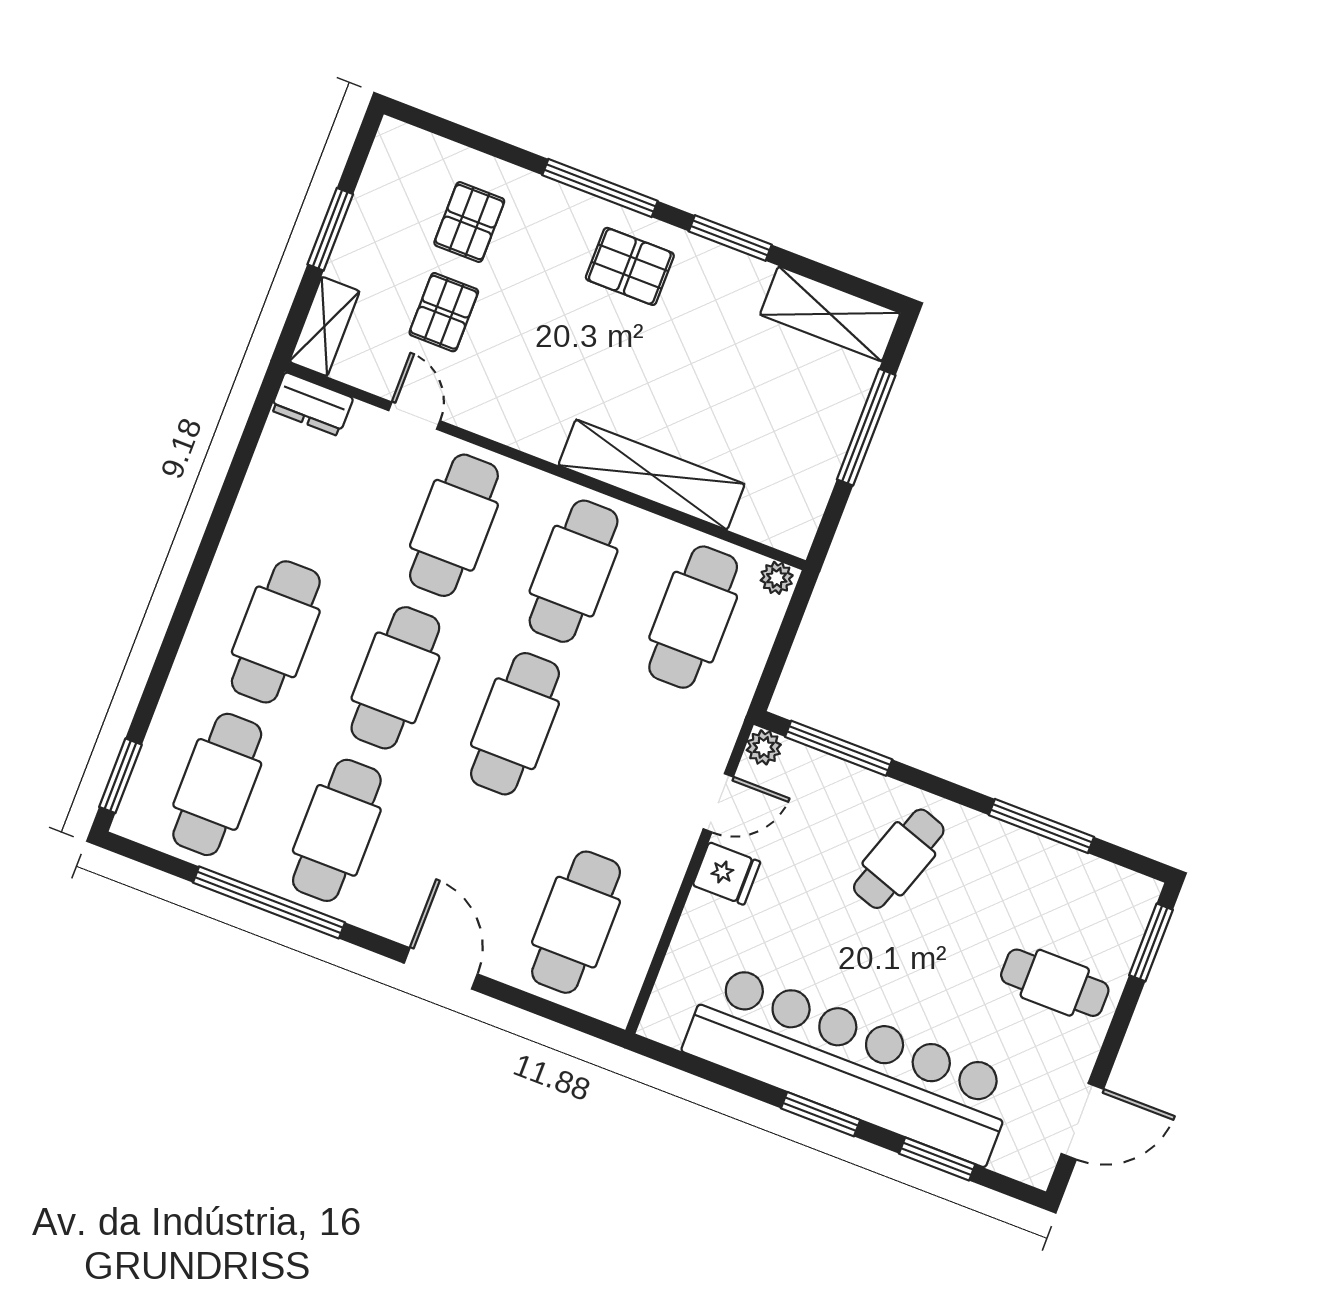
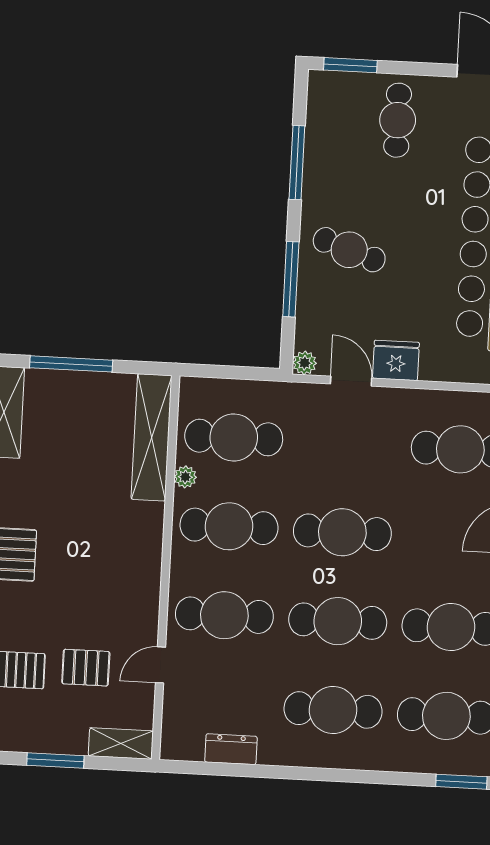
dresser: (312, 404) -> (231, 749), moved, turned -90
shelving: (651, 475) -> (152, 437), moved
plant: (777, 578) -> (185, 477), moved
window: (839, 748) -> (291, 279), moved
fridge: (727, 874) -> (396, 360), width x1.38

